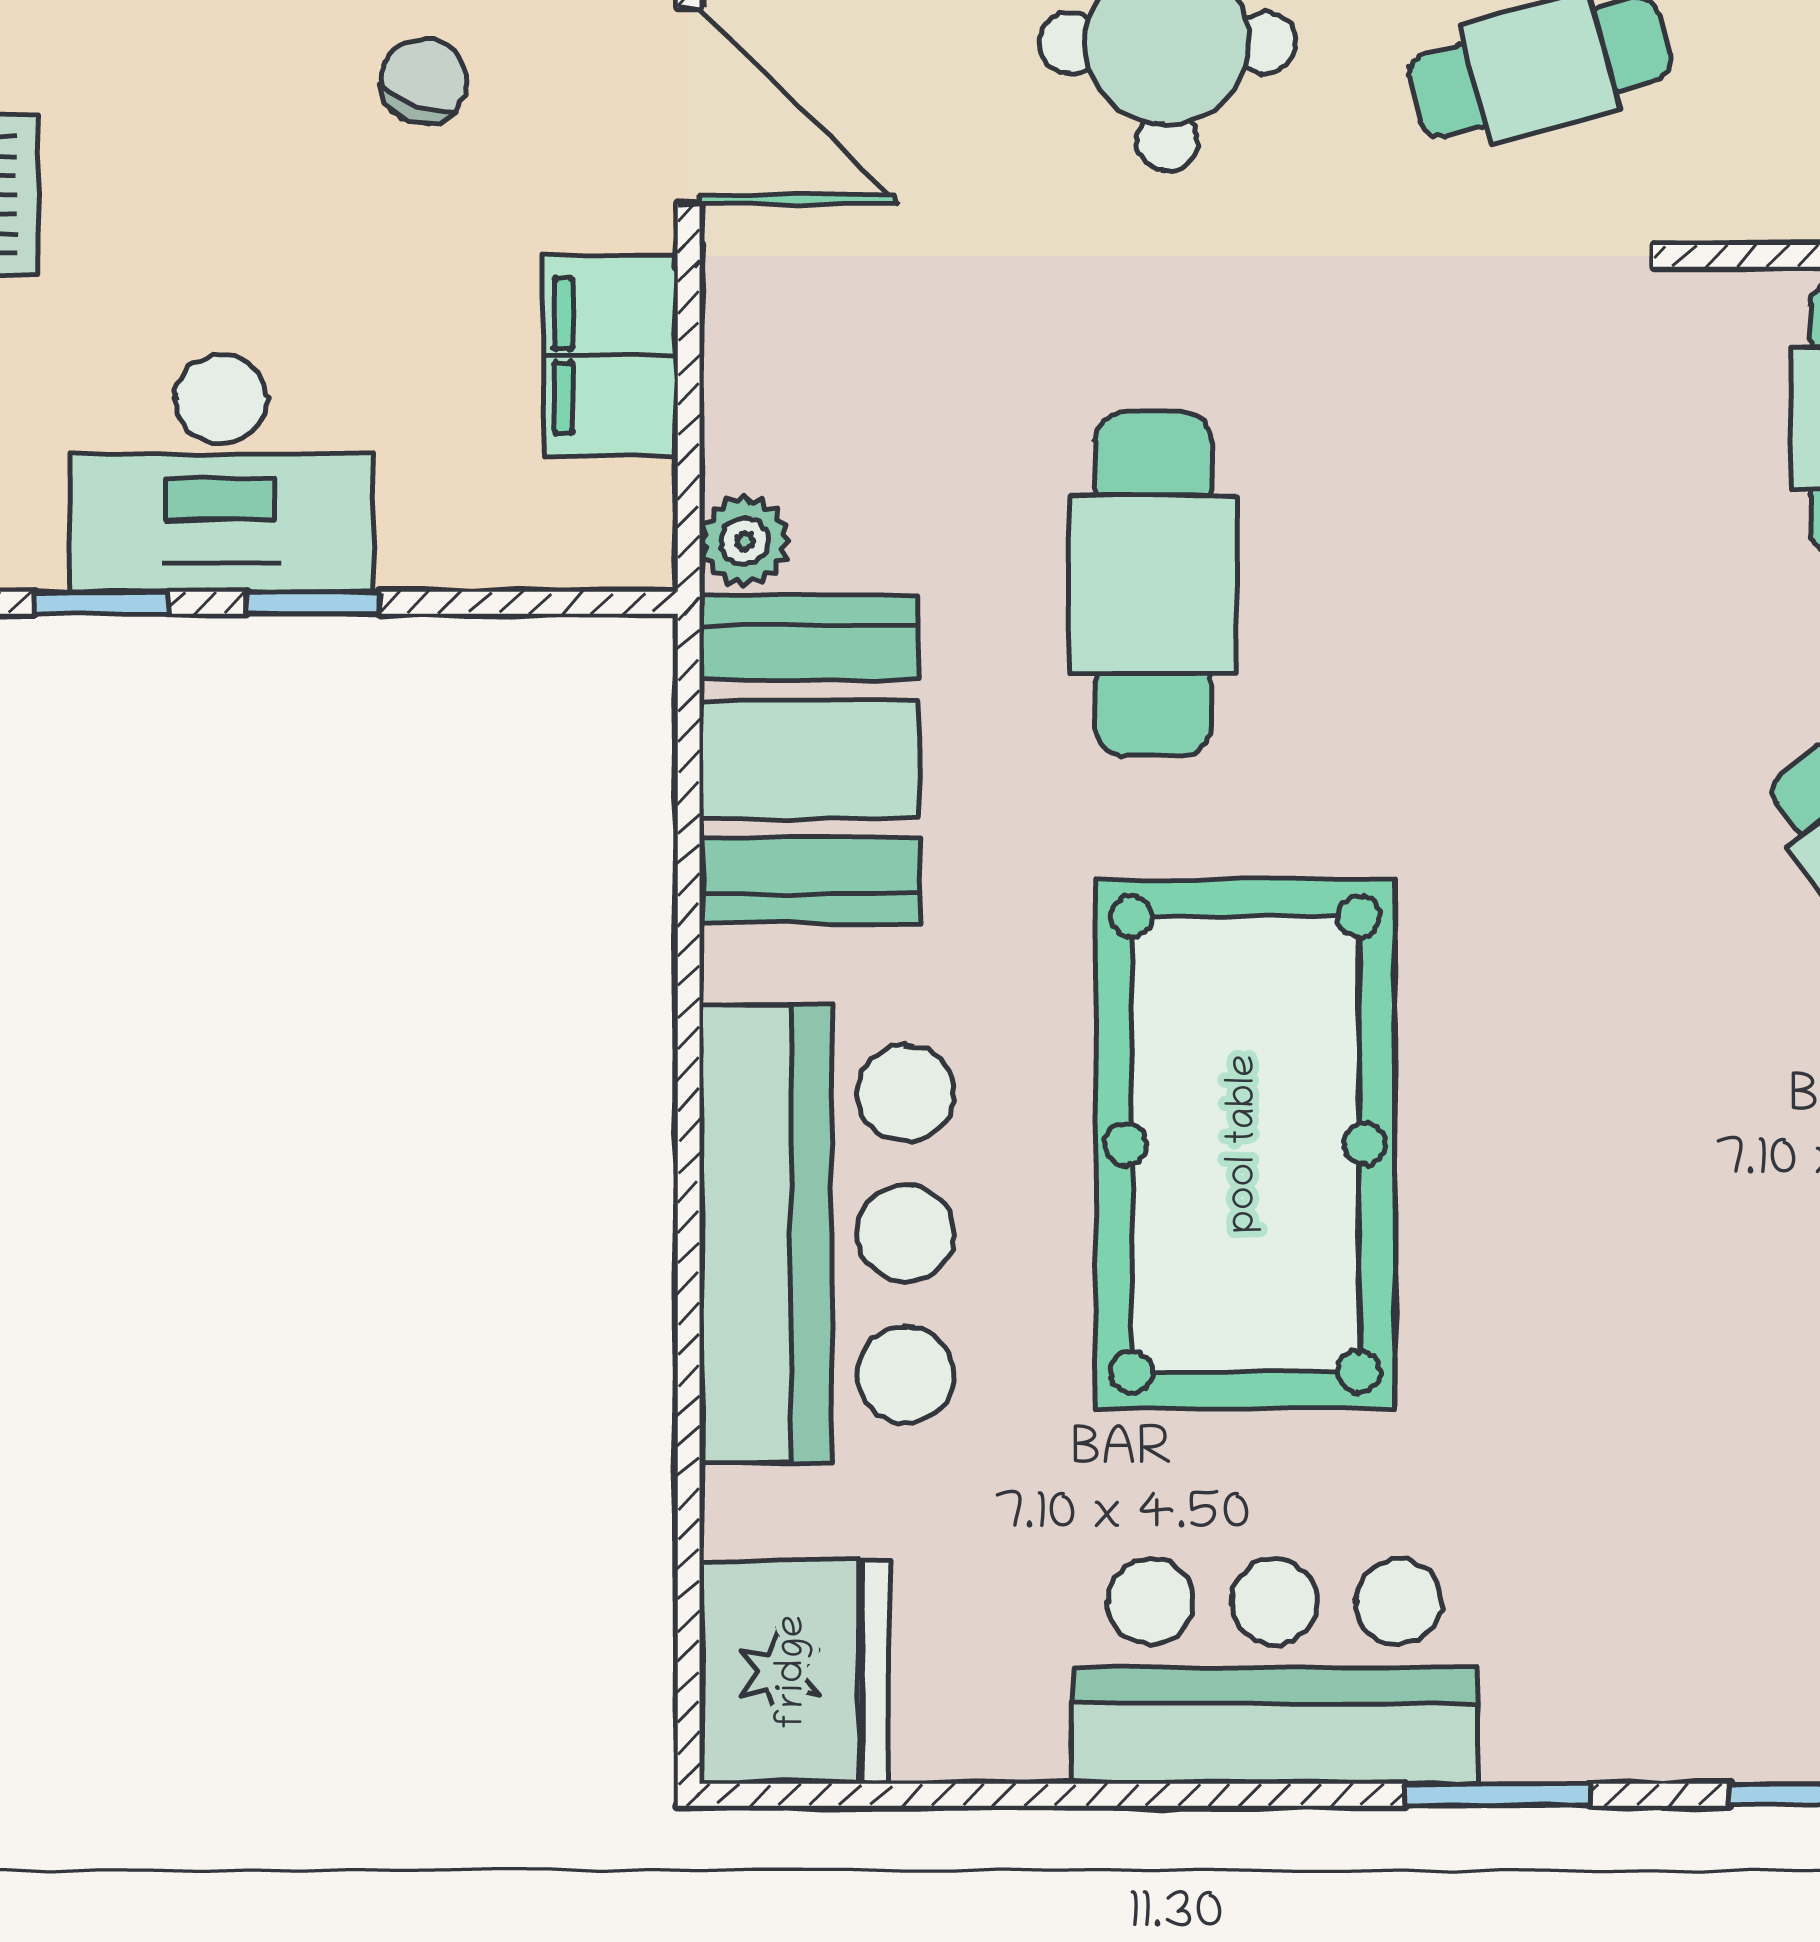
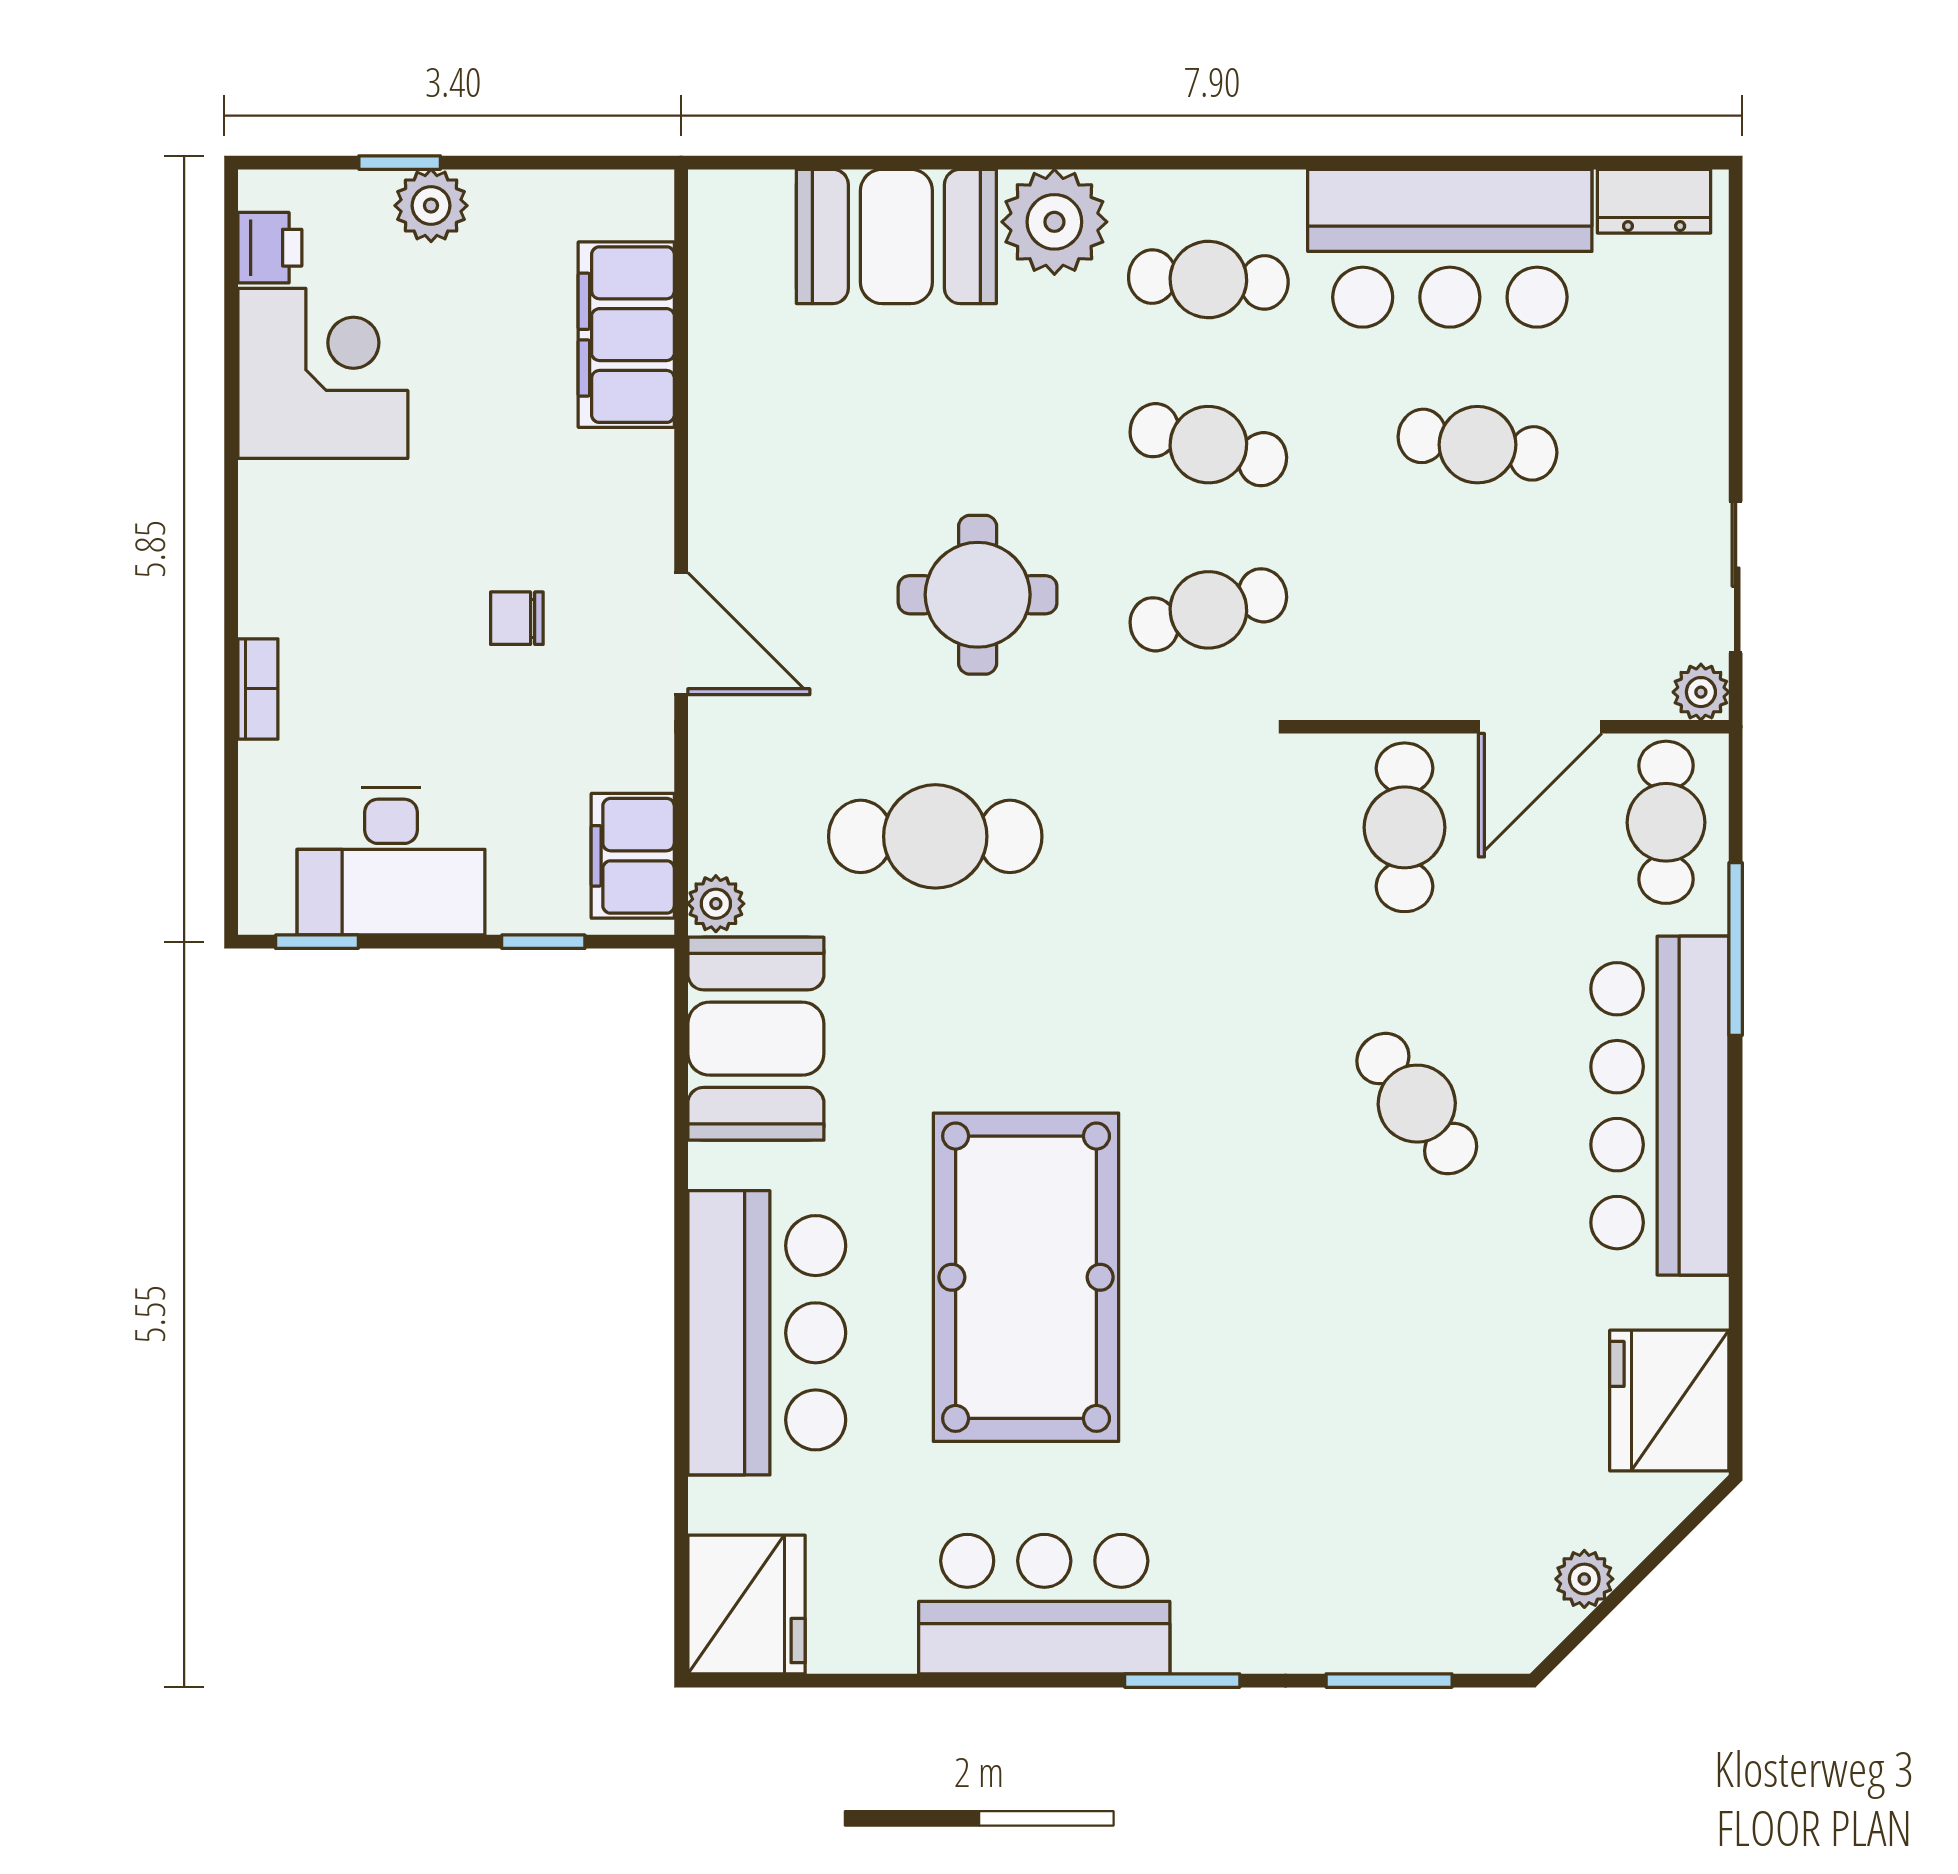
chair: (424, 81) -> (517, 618), turned -110
filing cabinet: (611, 356) -> (633, 856), moved
cafe table: (1153, 584) -> (935, 836), moved, turned 90
window: (313, 603) -> (543, 942), moved

